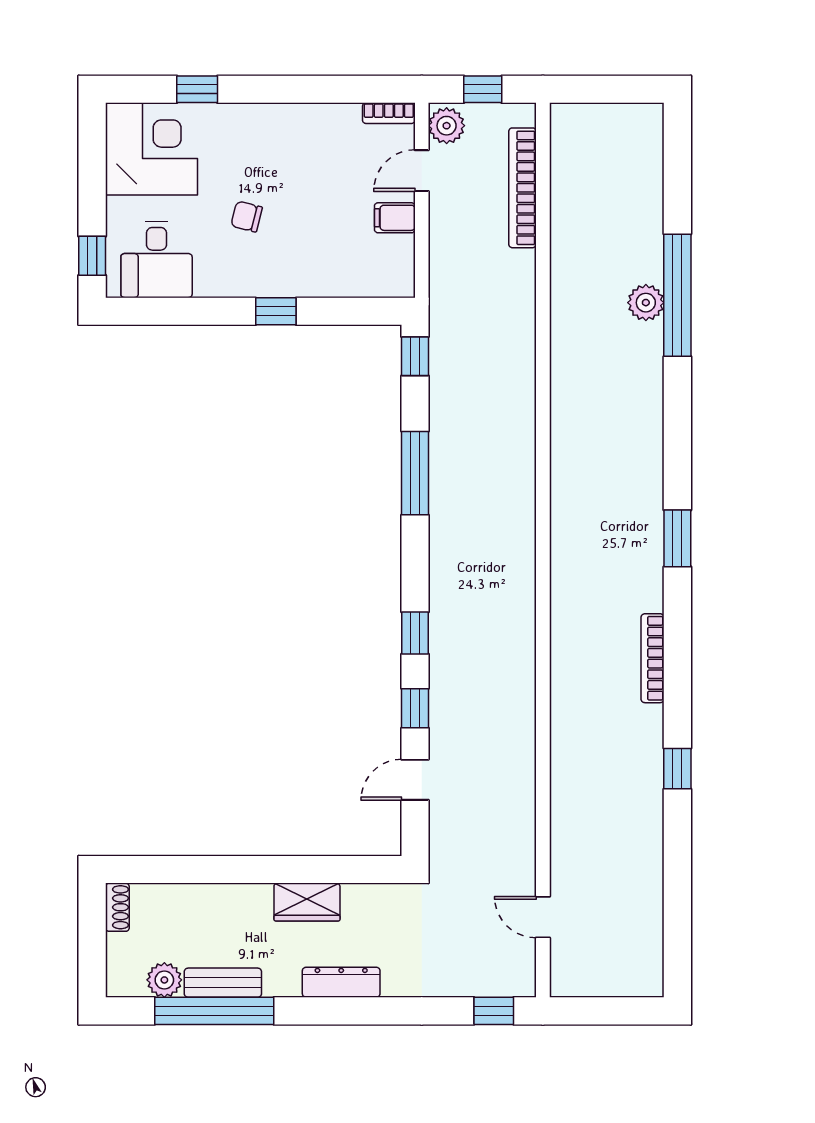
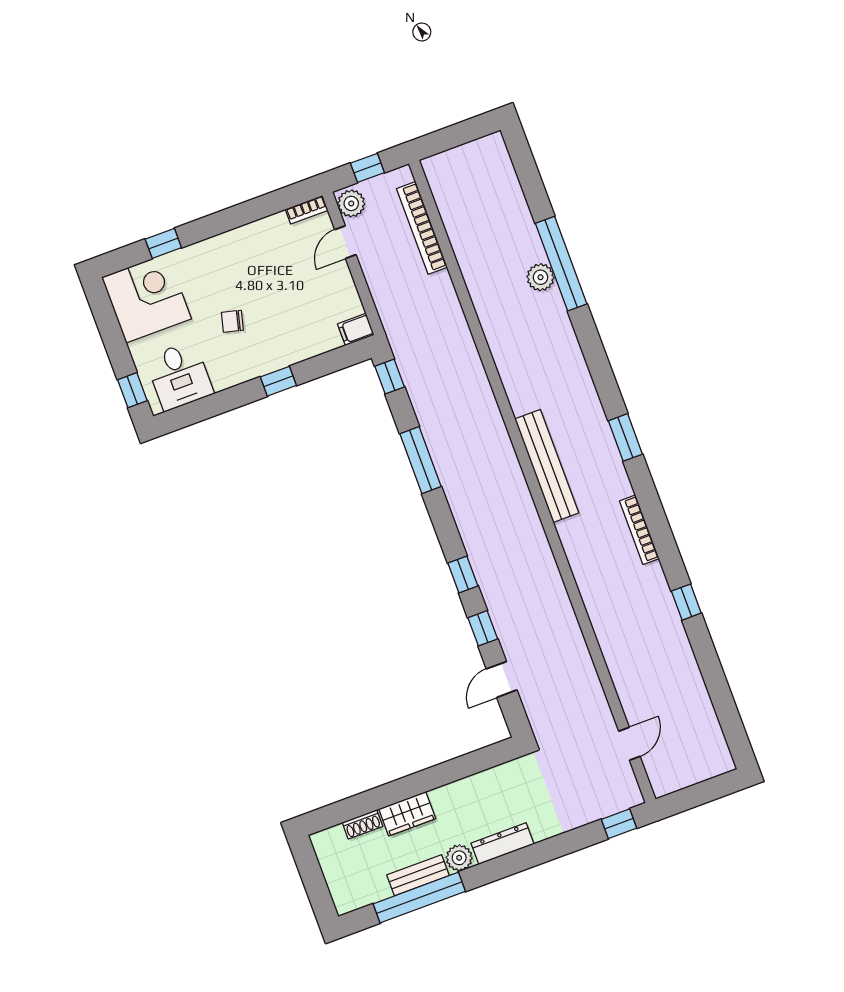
filing cabinet: (395, 218) -> (356, 329), moved
bench: (568, 538) -> (547, 466), added
wardrobe: (307, 902) -> (407, 814), moved
shoe rack: (117, 907) -> (362, 824), moved, turned 90
door: (543, 917) -> (629, 744), swing flipped
plant: (164, 980) -> (459, 858), moved

